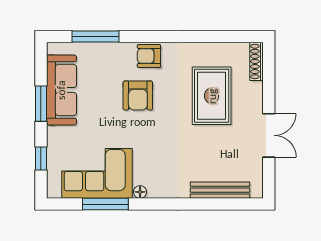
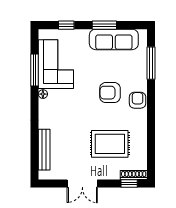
window: (269, 68) -> (129, 184), added

